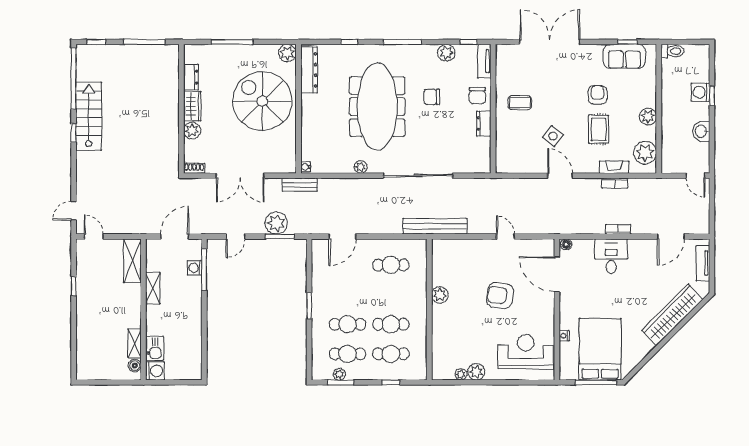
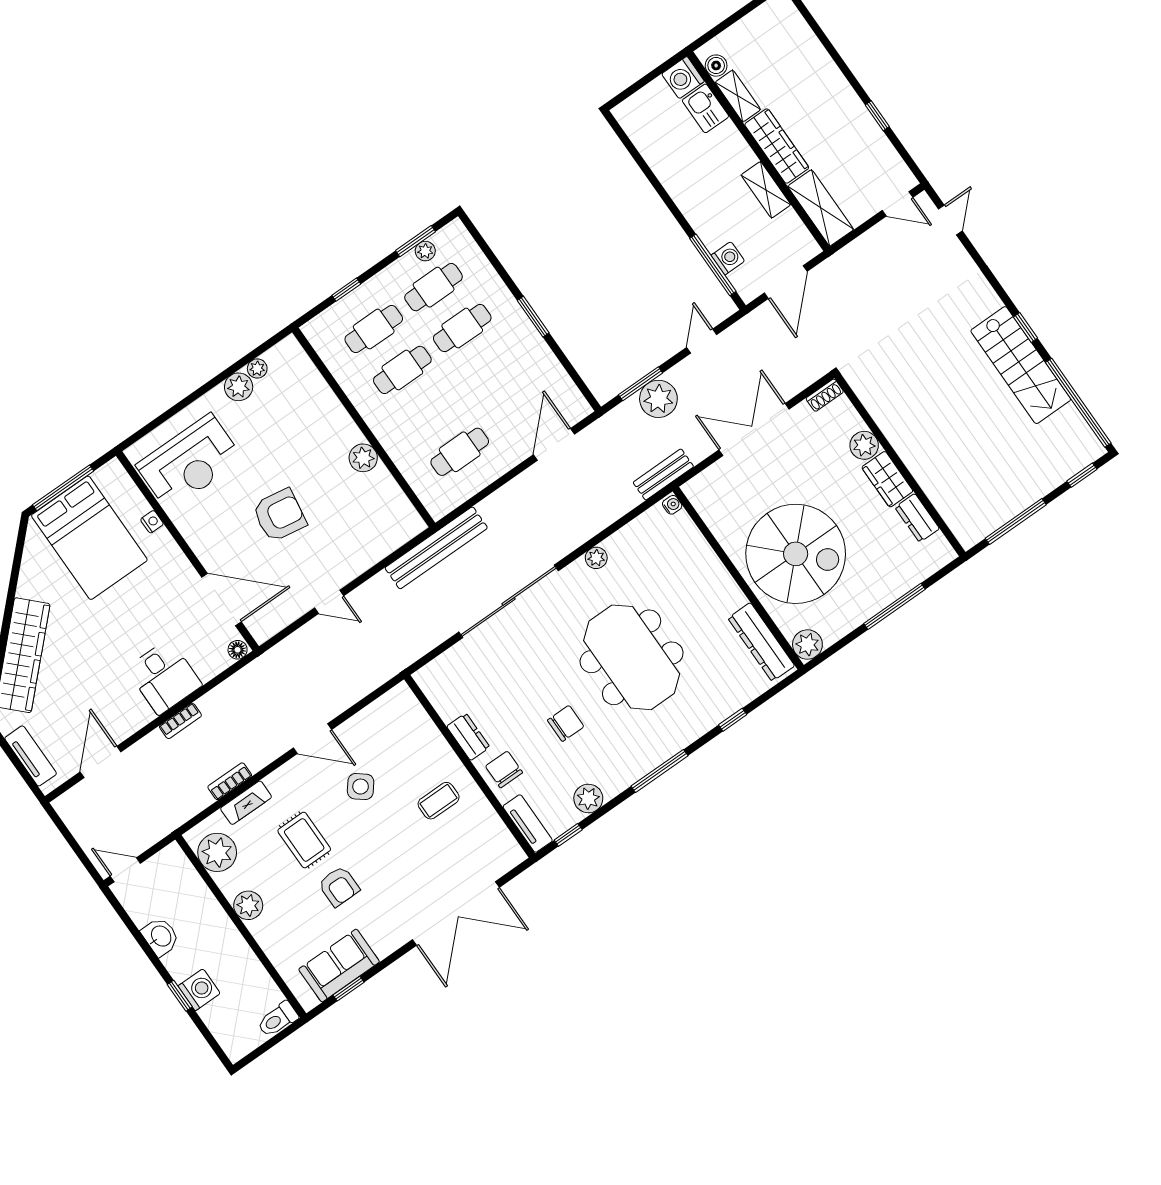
meeting table: (377, 107) -> (632, 657), width x0.73
wardrobe: (133, 306) -> (777, 146), added

